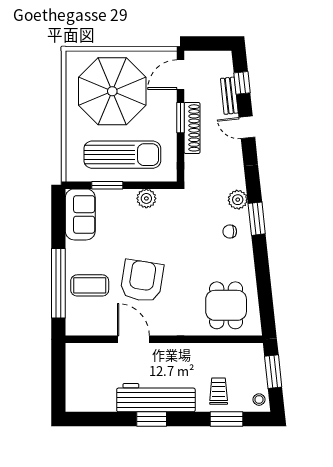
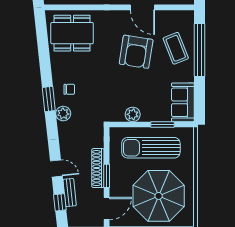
coffee table: (90, 285) -> (176, 48), turned 68
dining table: (226, 305) -> (72, 33), width x1.38

